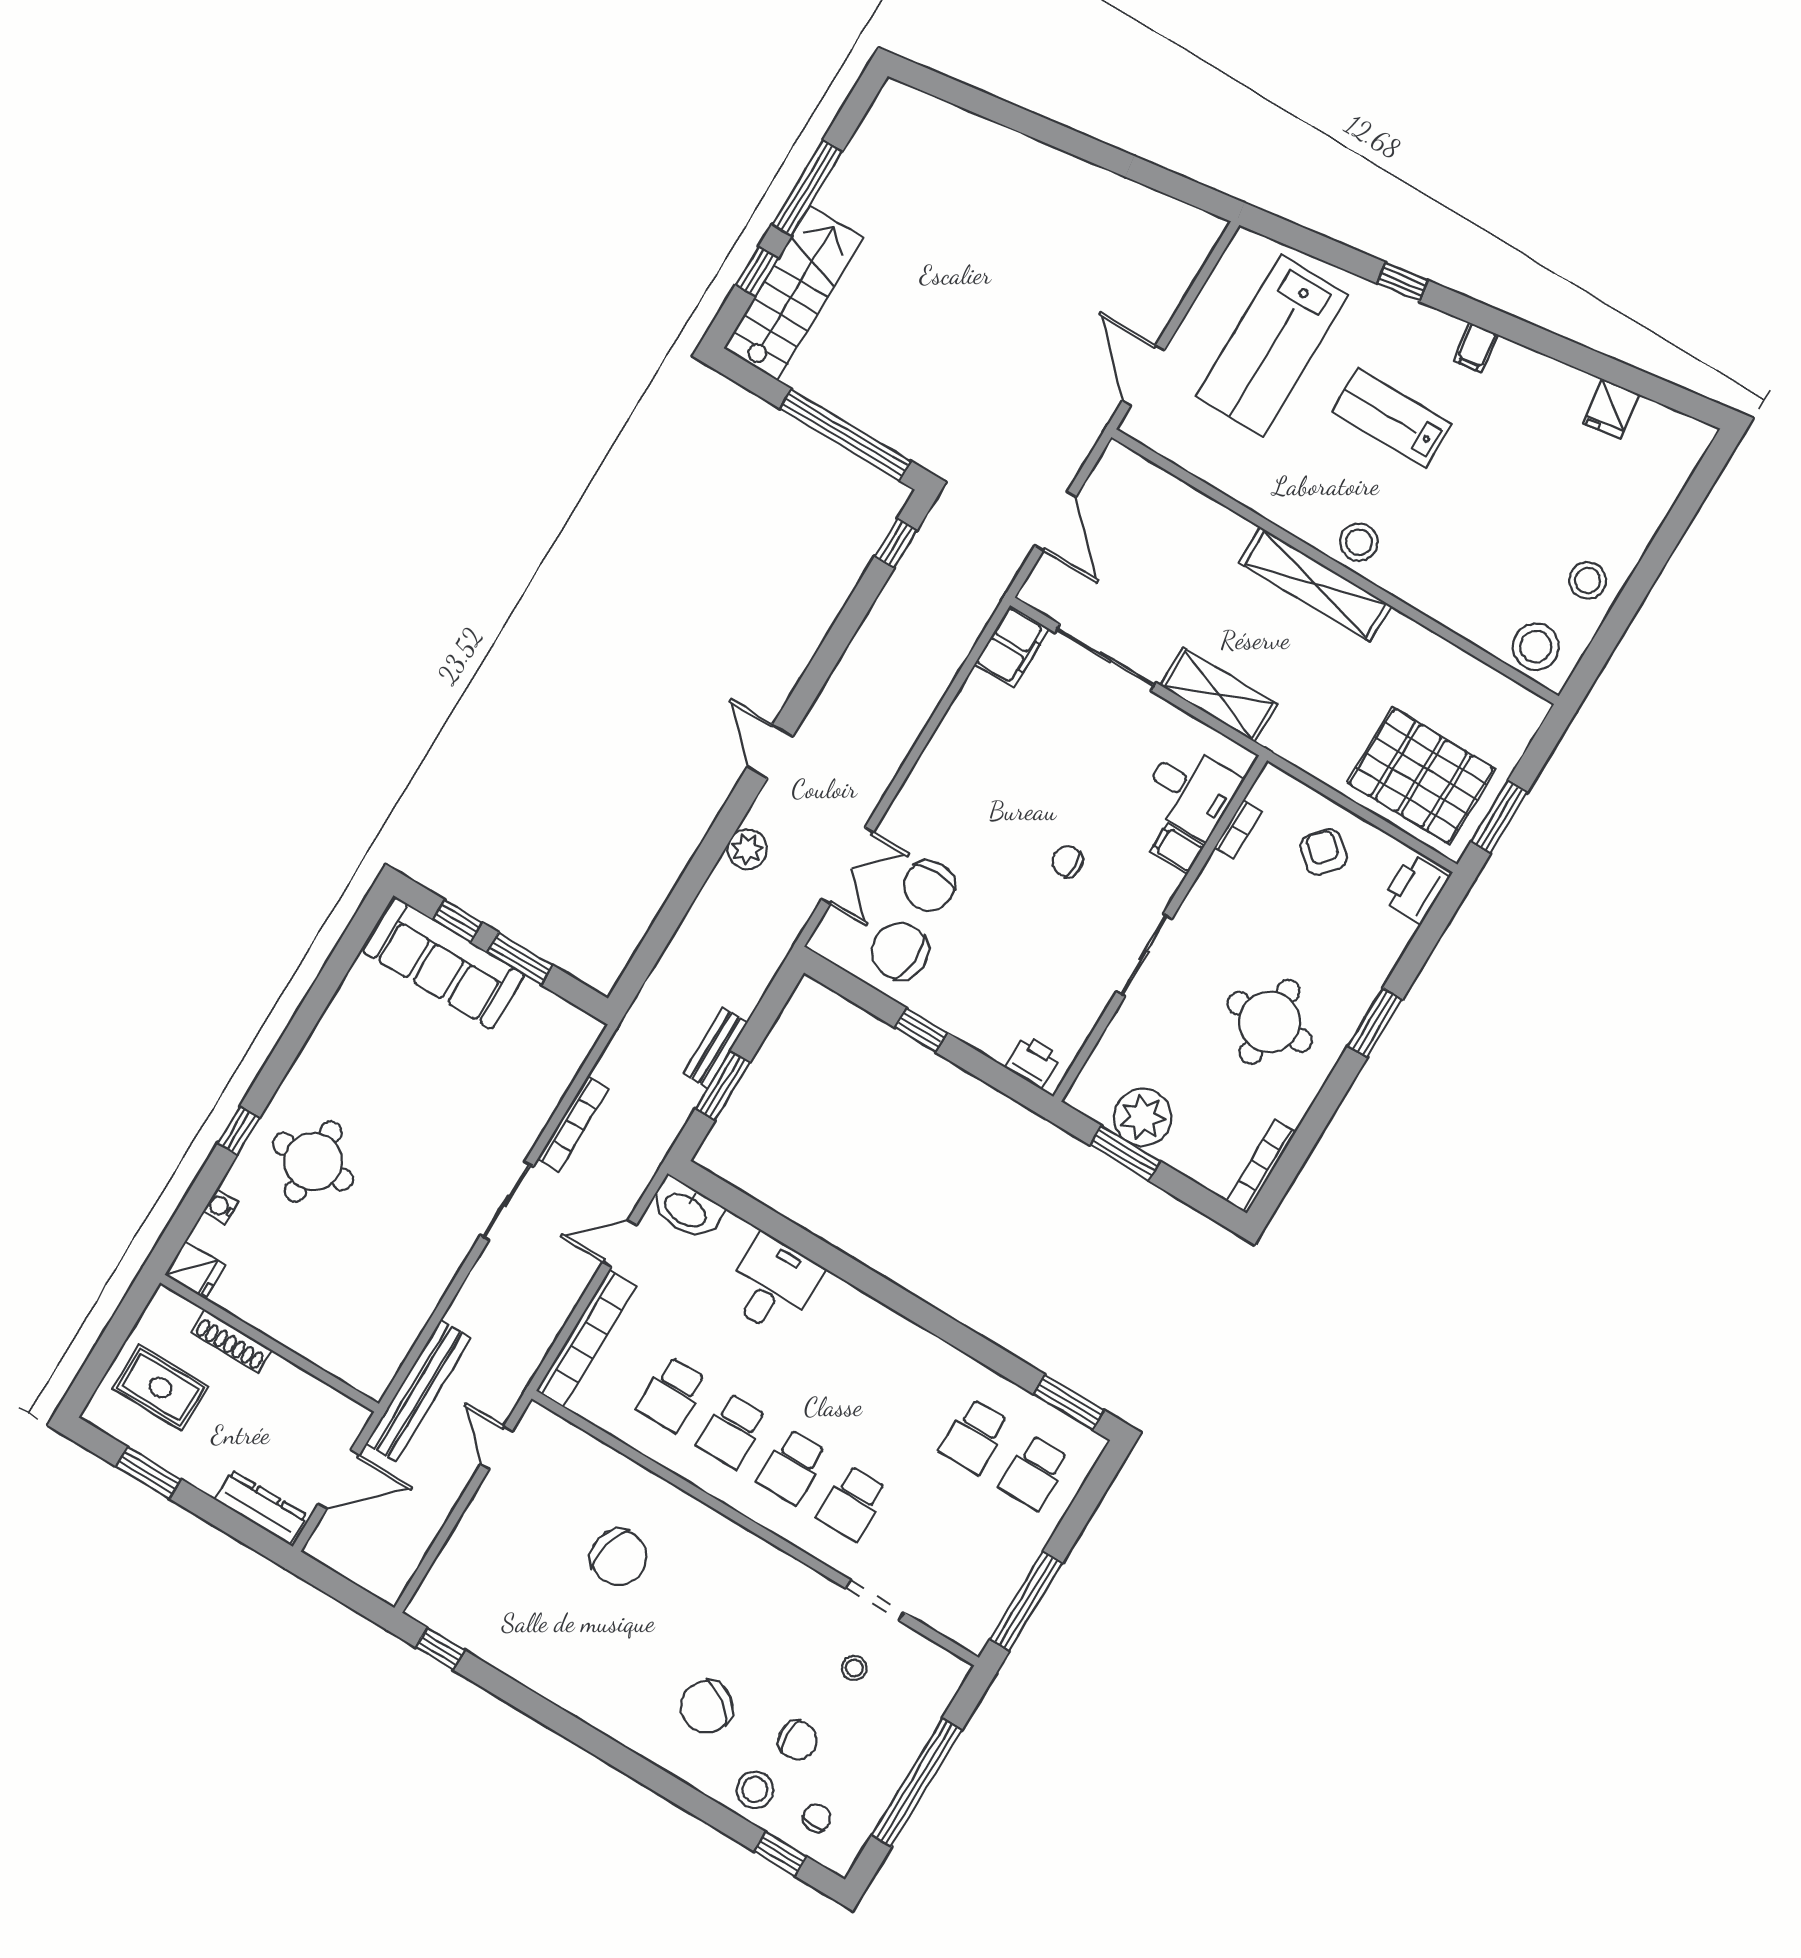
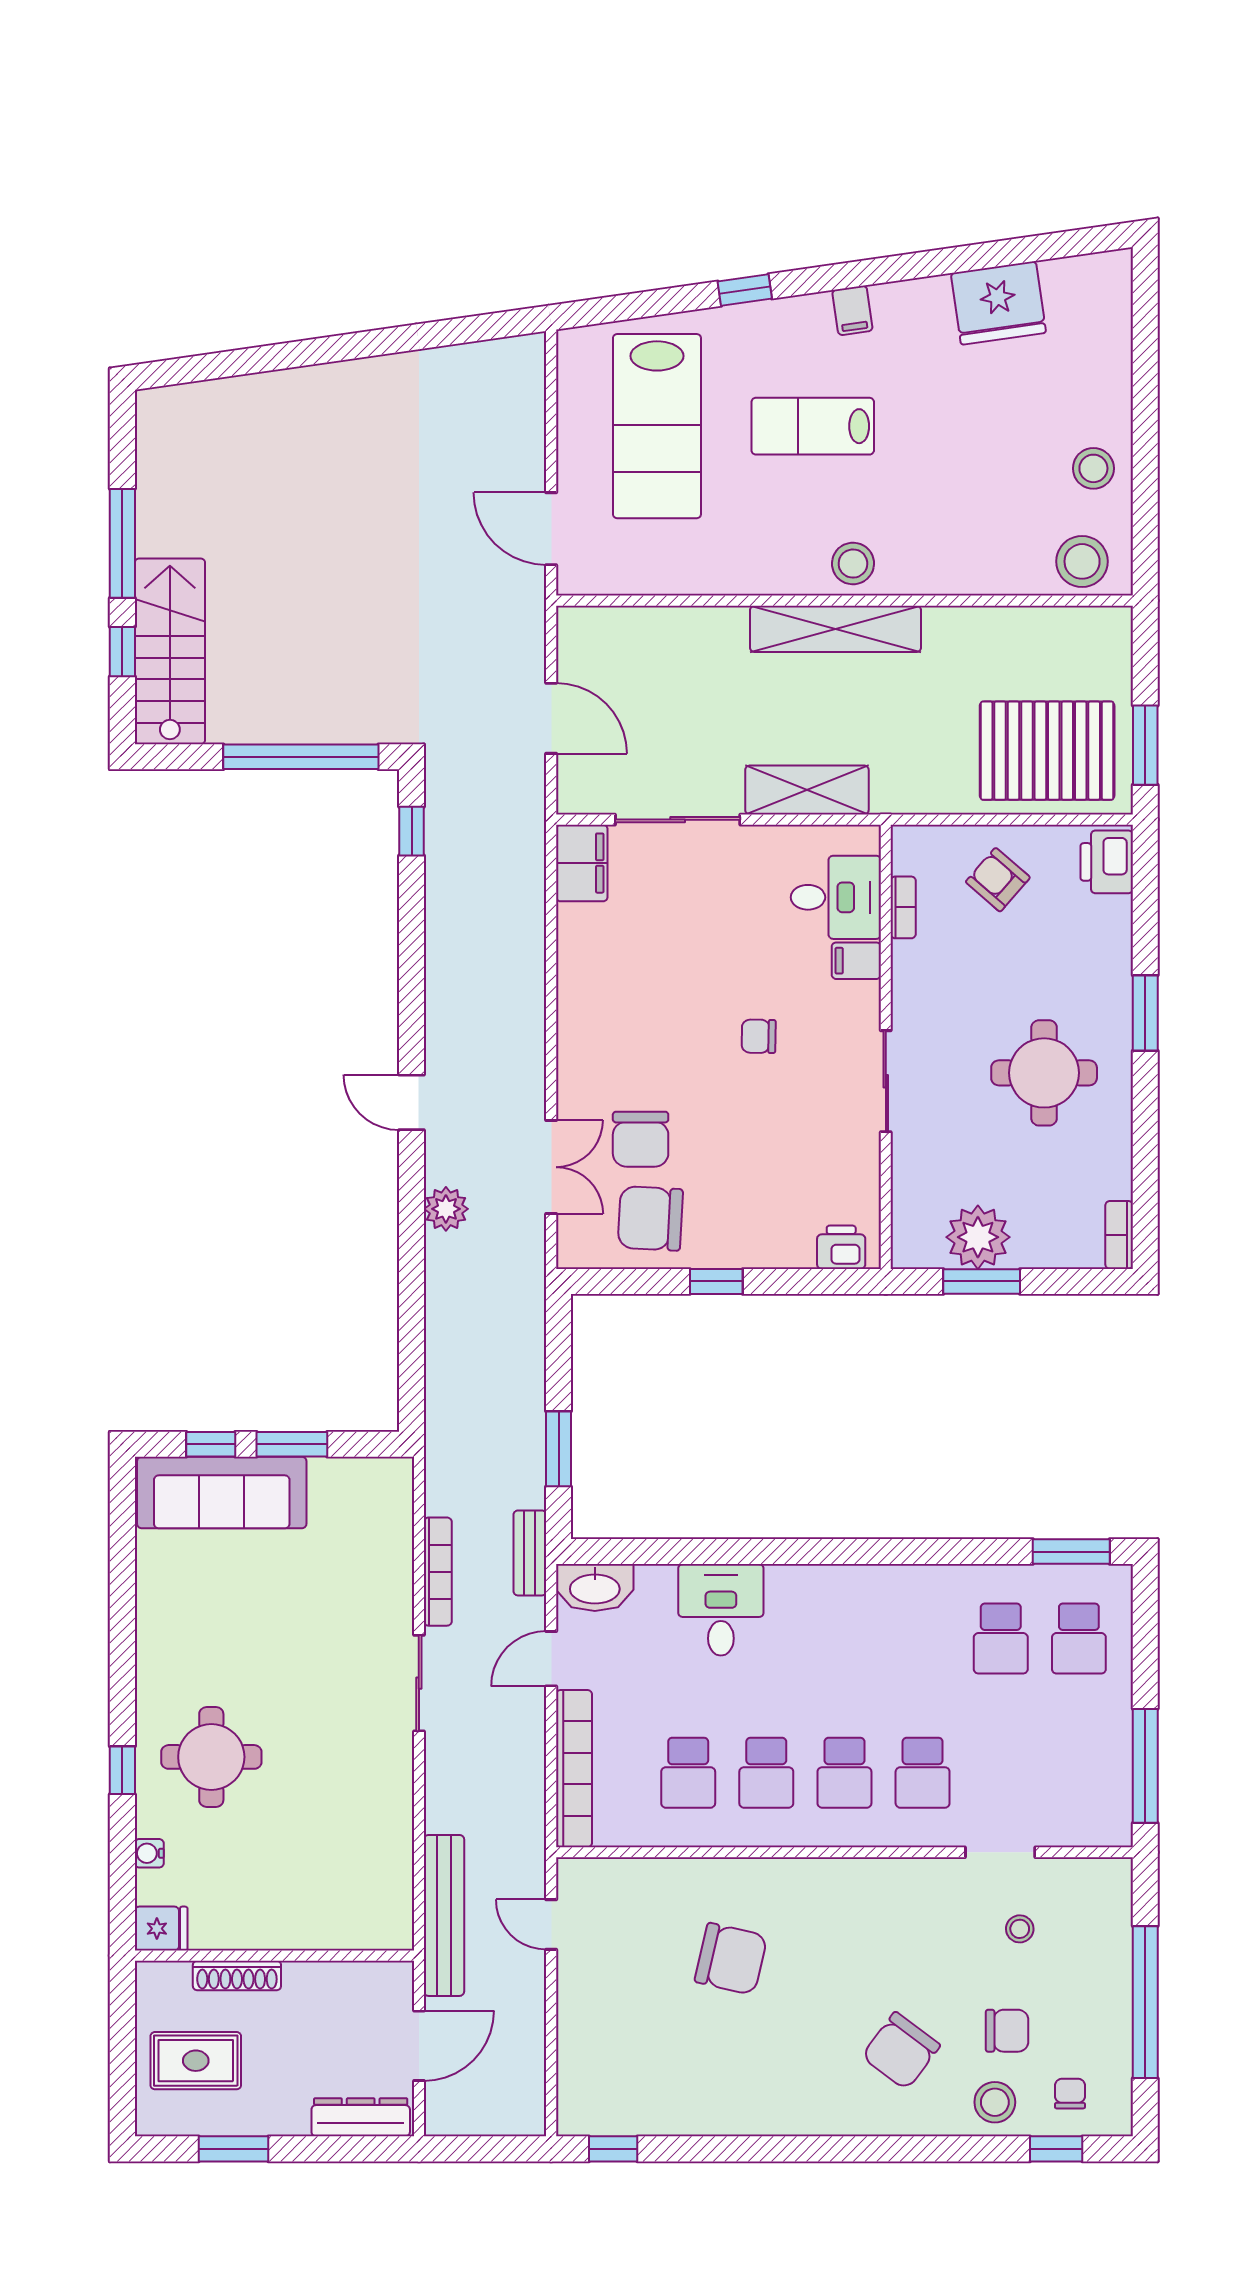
fridge: (1611, 409) -> (998, 303), width x1.88, depth x1.34
bench: (715, 1048) -> (530, 1553), moved
bookcase: (1261, 1166) -> (1119, 1235), width x0.64

